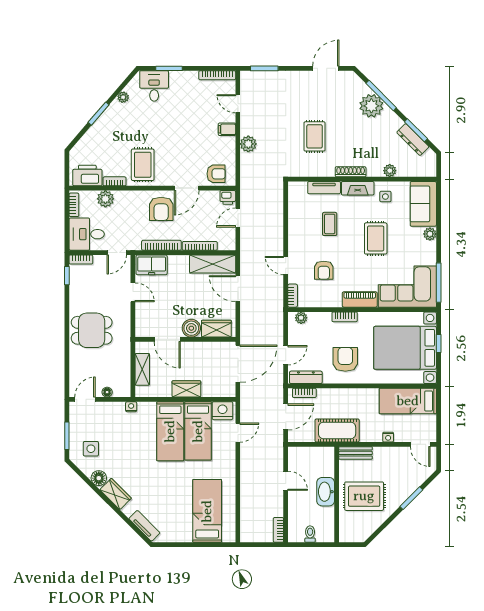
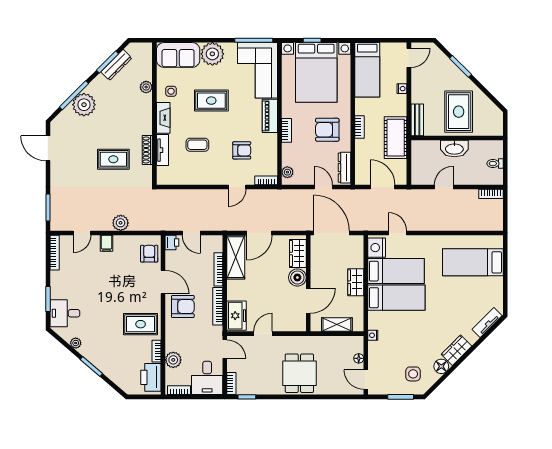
shoe rack: (351, 172) -> (147, 150), moved
plant: (430, 234) -> (212, 54), width x1.87, depth x1.87
bookcase: (304, 393) -> (359, 127), moved

